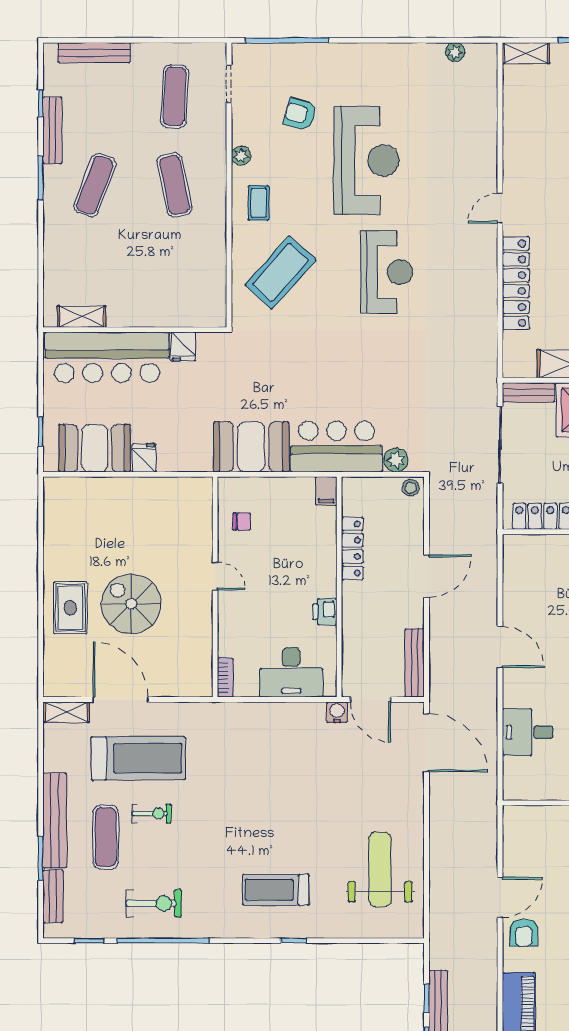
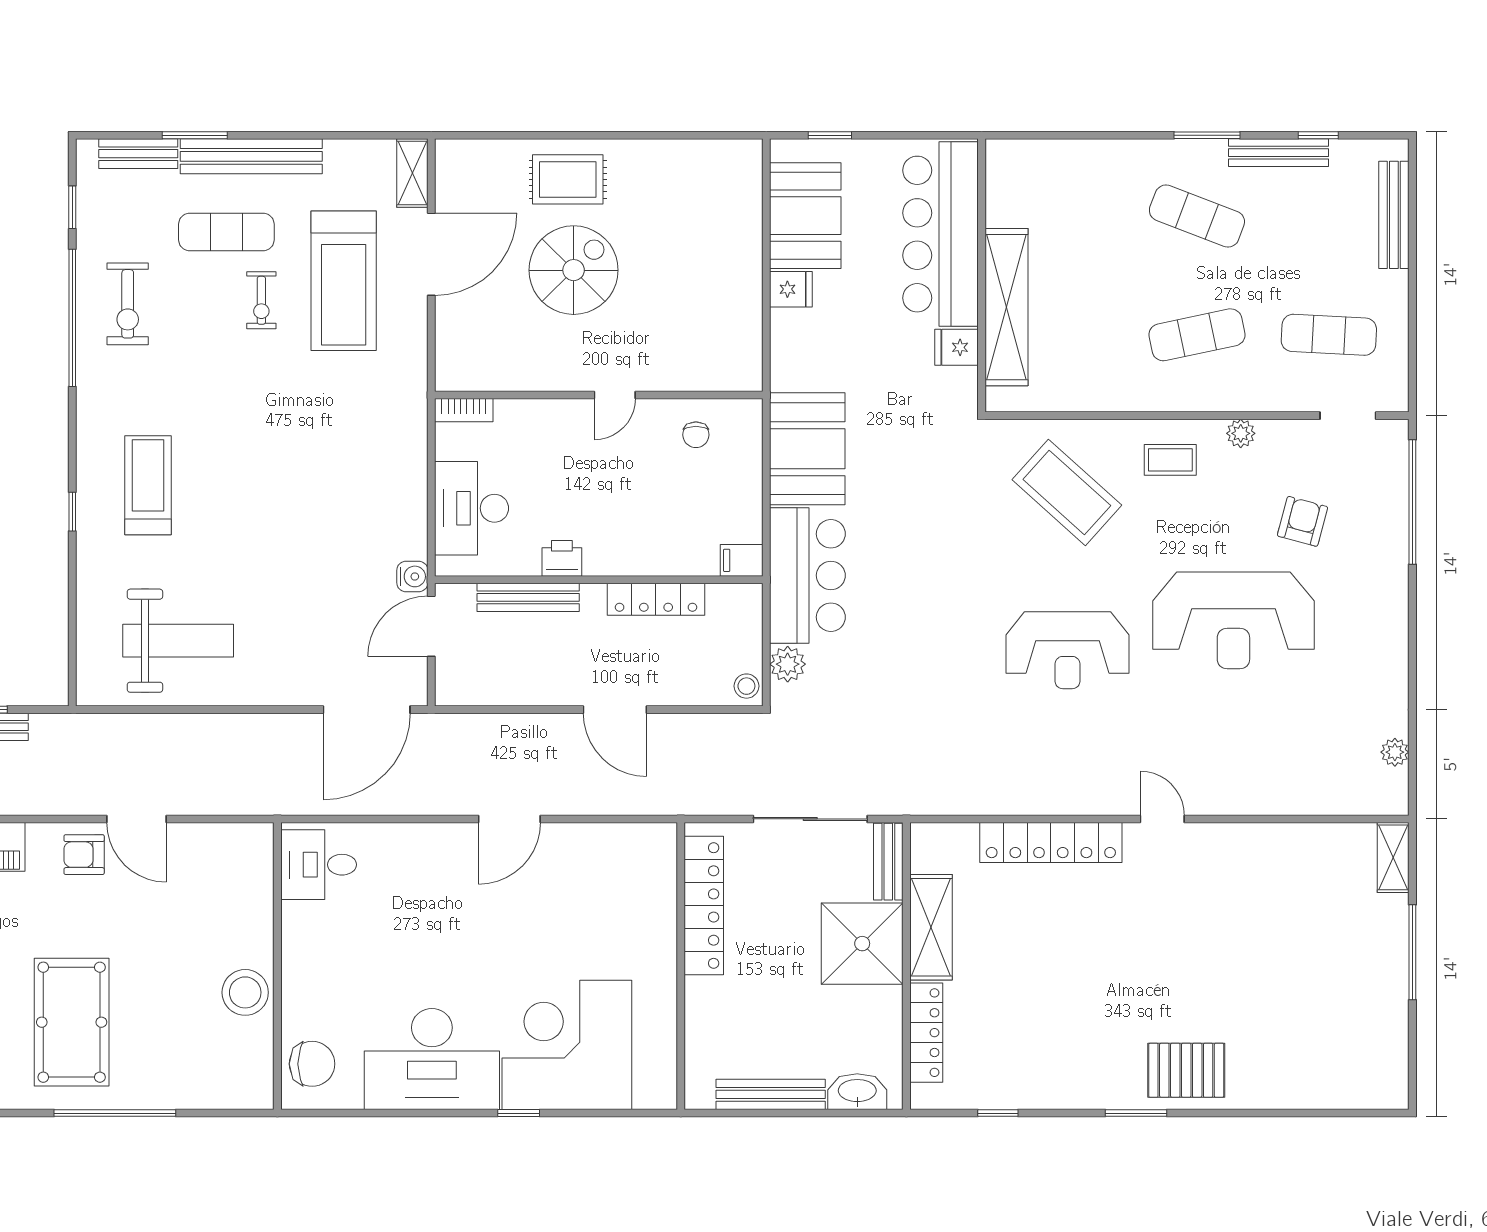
shelving: (82, 317) -> (1006, 307), moved, width x2.20, depth x1.33
bench: (415, 663) -> (528, 597), moved
desk: (528, 732) -> (319, 865), moved, turned -90

